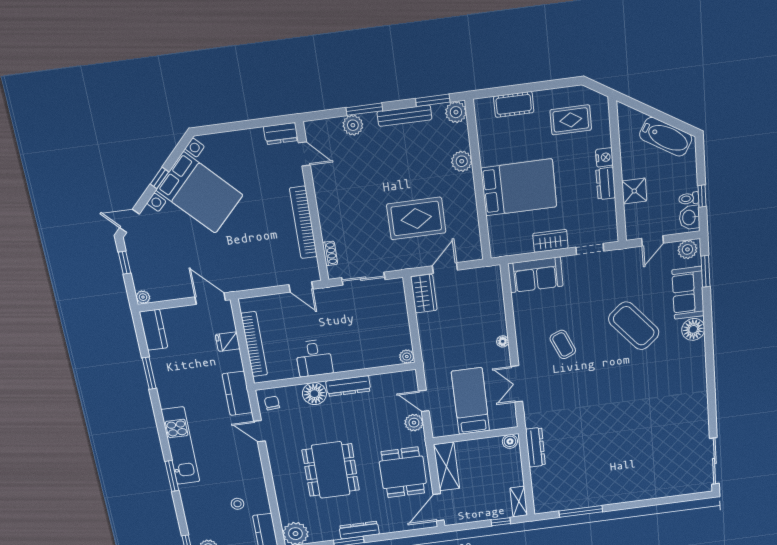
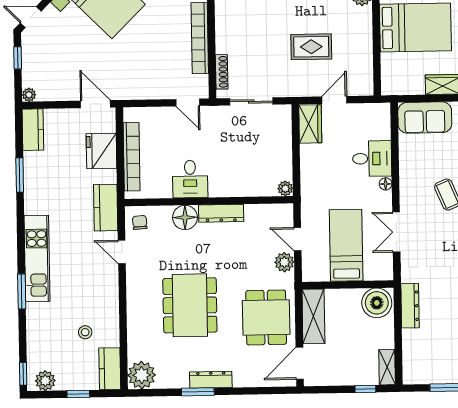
rug: (416, 218) -> (311, 47), width x0.73, depth x0.70
shoe rack: (330, 253) -> (222, 72), width x1.43
desk: (487, 319) -> (372, 159), added
fridge: (228, 342) -> (101, 151), width x1.88, depth x1.34
boiler: (510, 441) -> (377, 303), width x1.86, depth x1.86

